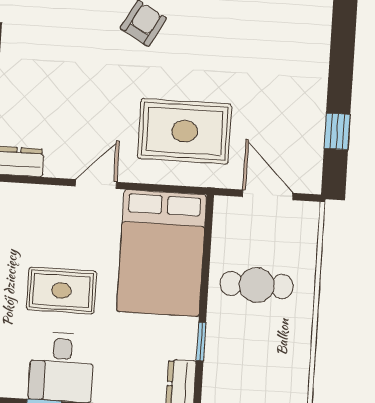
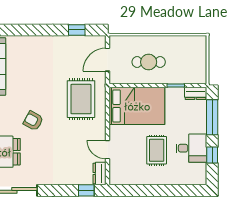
door: (96, 184) -> (107, 150), moved
cafe table: (257, 285) -> (149, 62), turned 90

